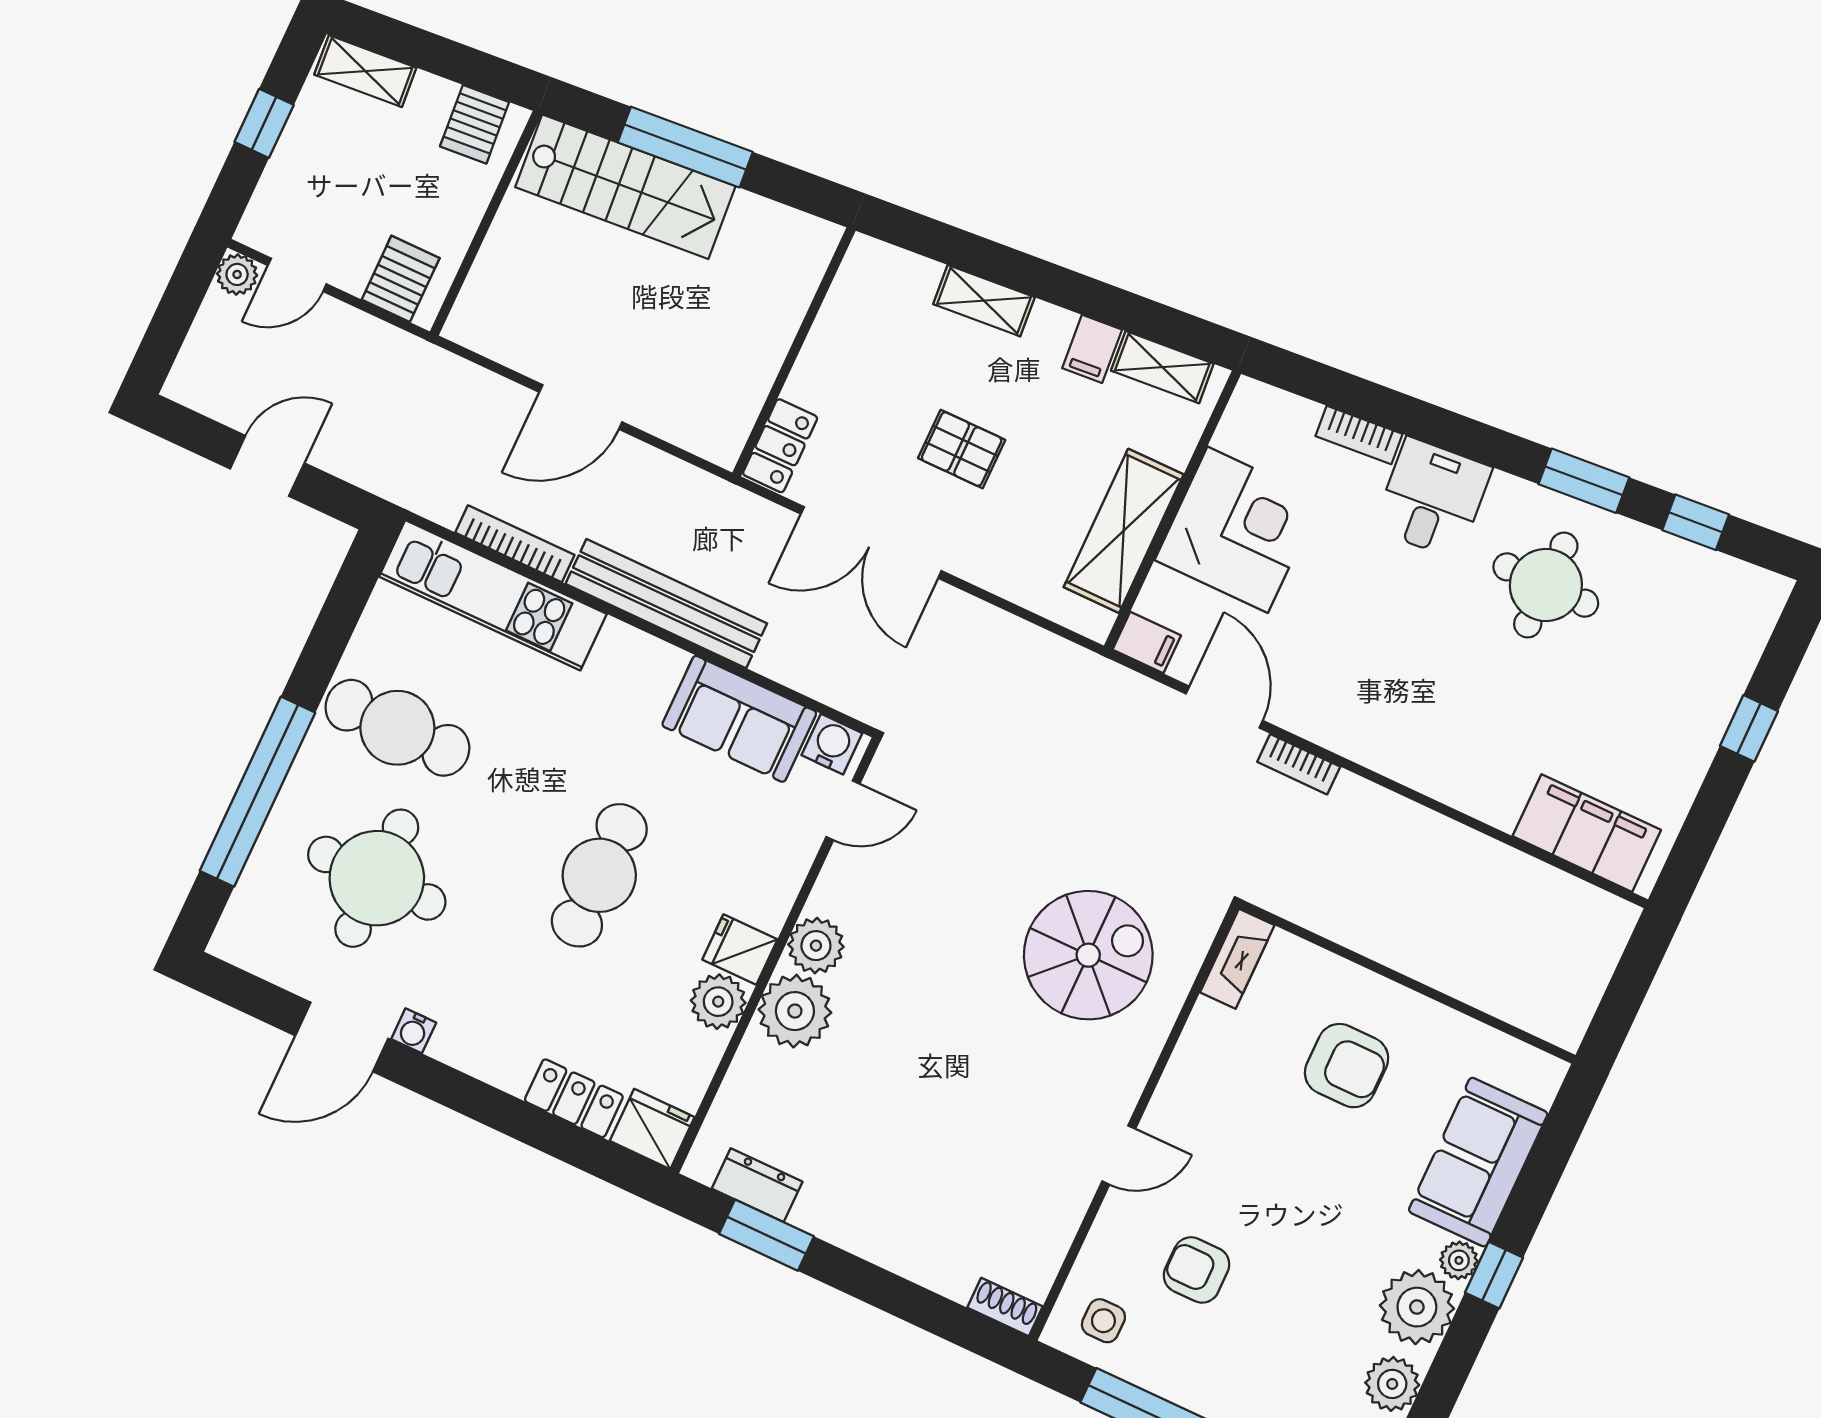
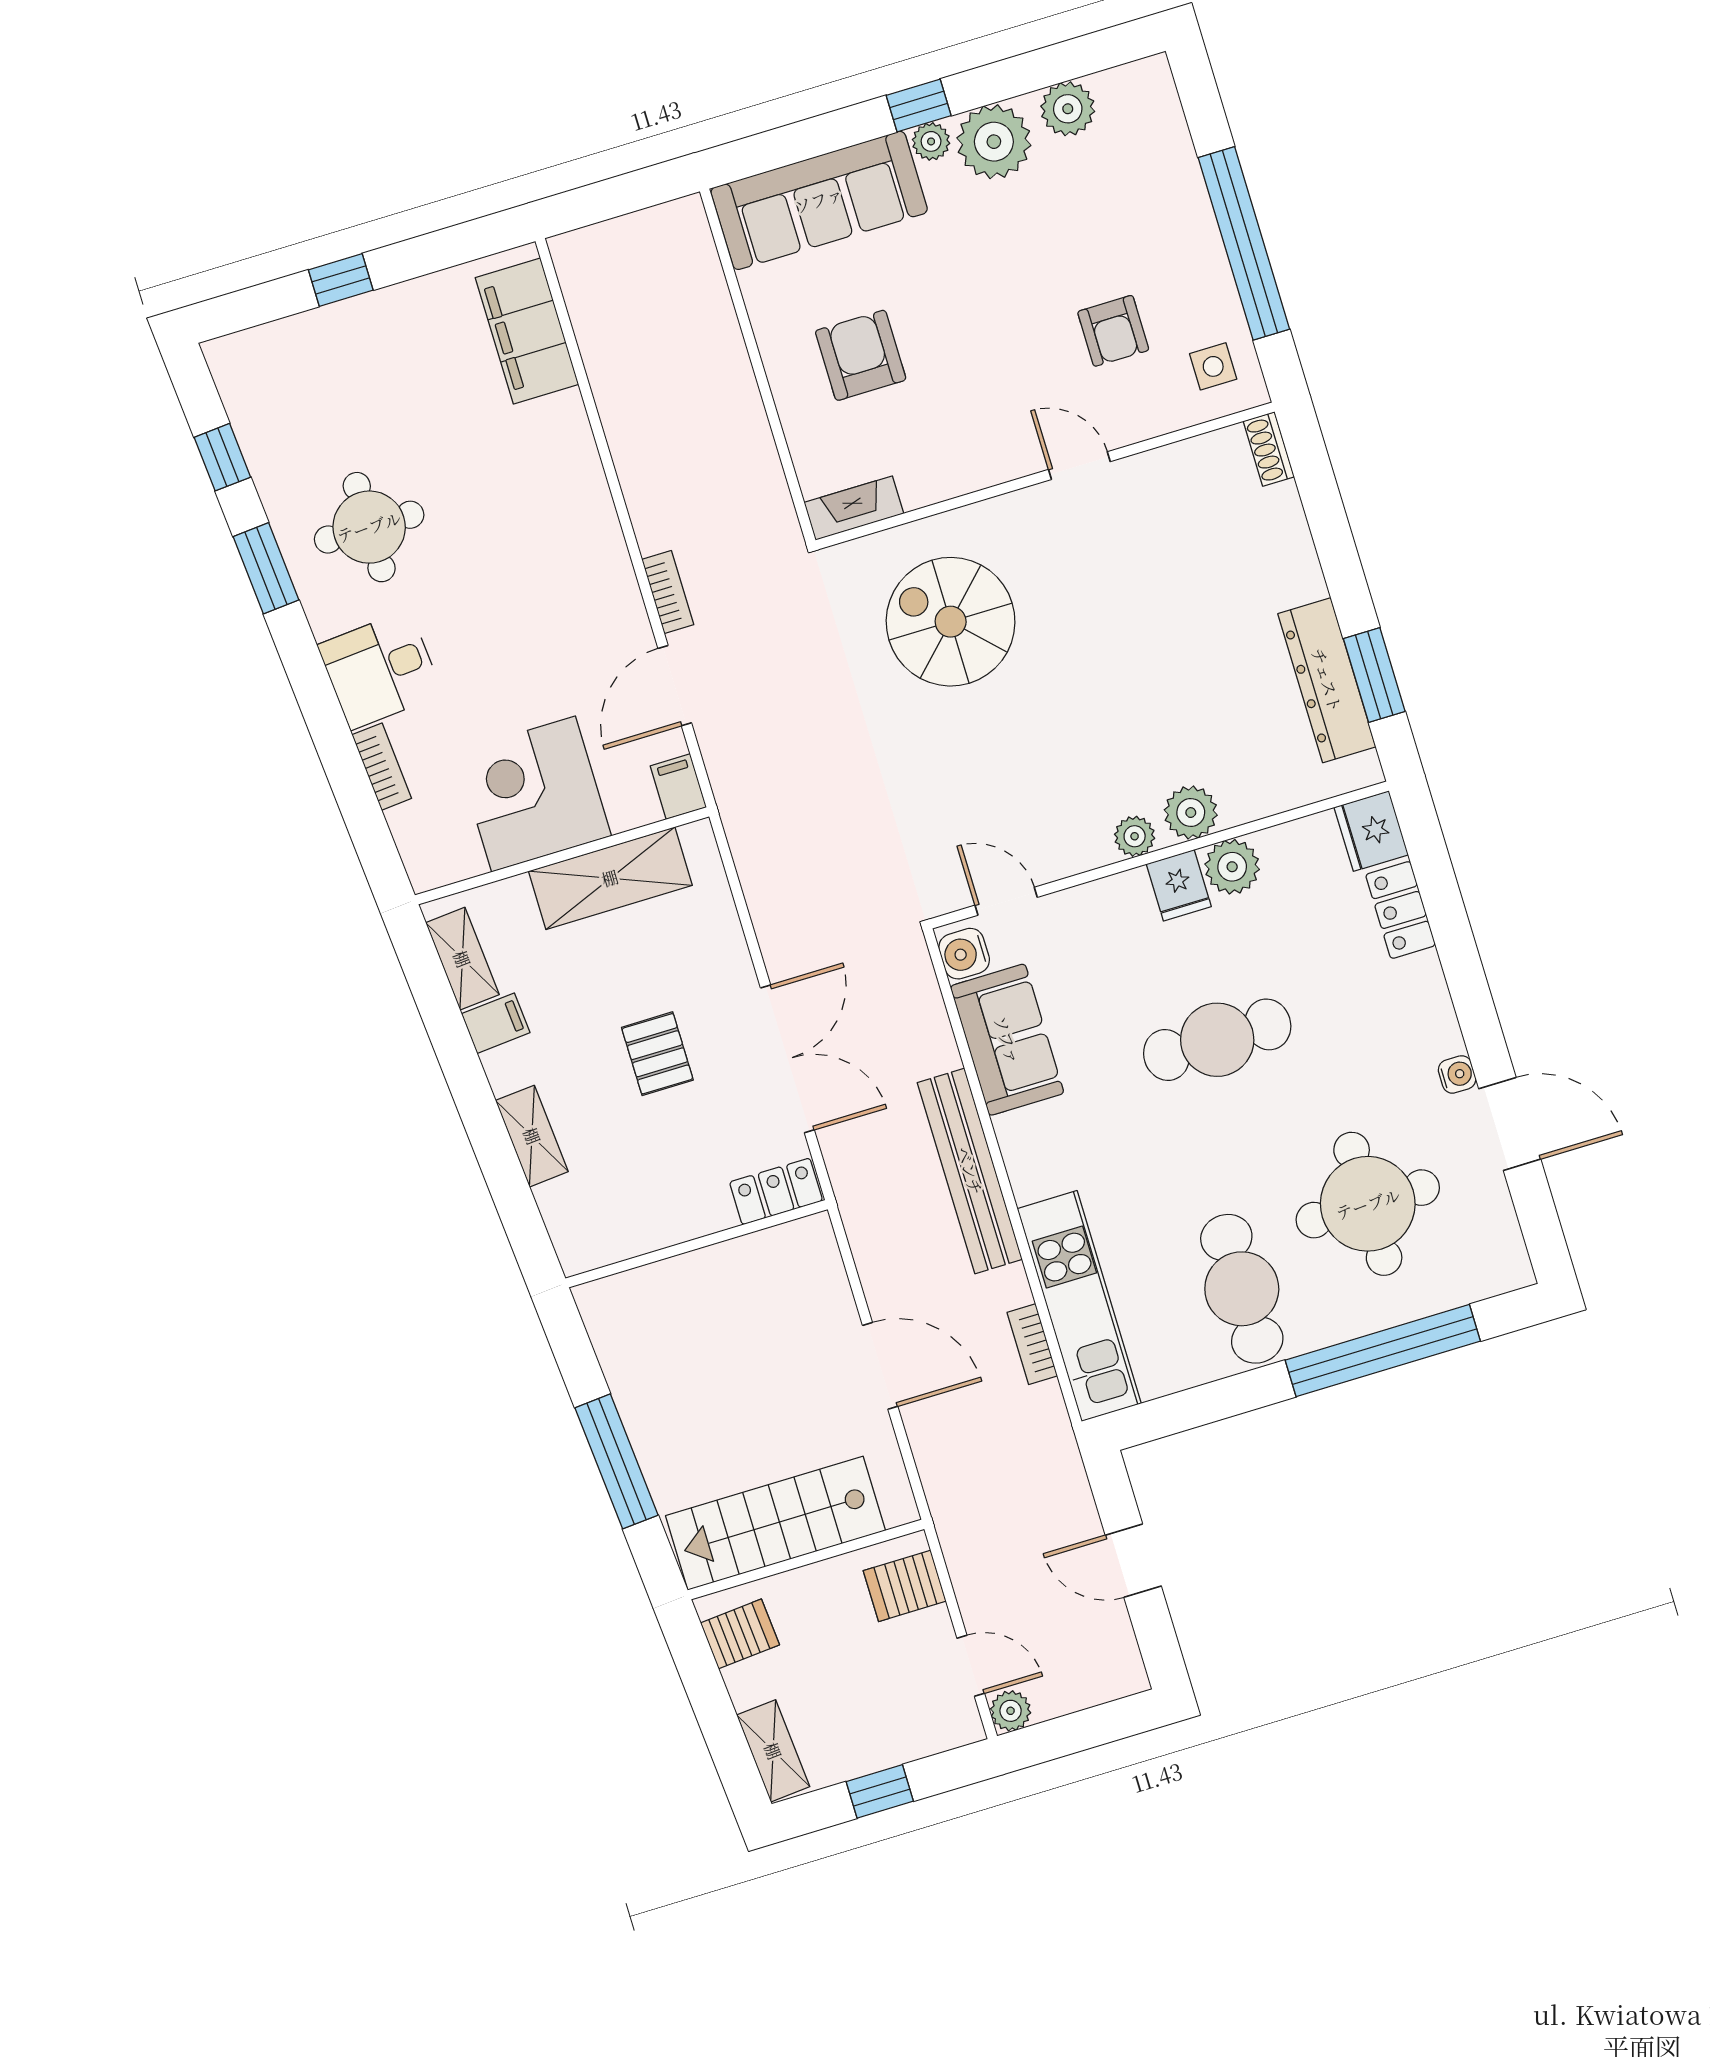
stairs: (625, 187) -> (776, 1523), moved, turned -85
bookcase: (515, 544) -> (1032, 1344), width x0.64
plant: (816, 946) -> (1135, 836), width x0.73, depth x0.73
plant: (795, 1011) -> (1191, 813), width x0.73, depth x0.73
sofa: (1478, 1162) -> (819, 200), width x1.36
dresser: (757, 1185) -> (1327, 680), width x1.96, depth x1.24

